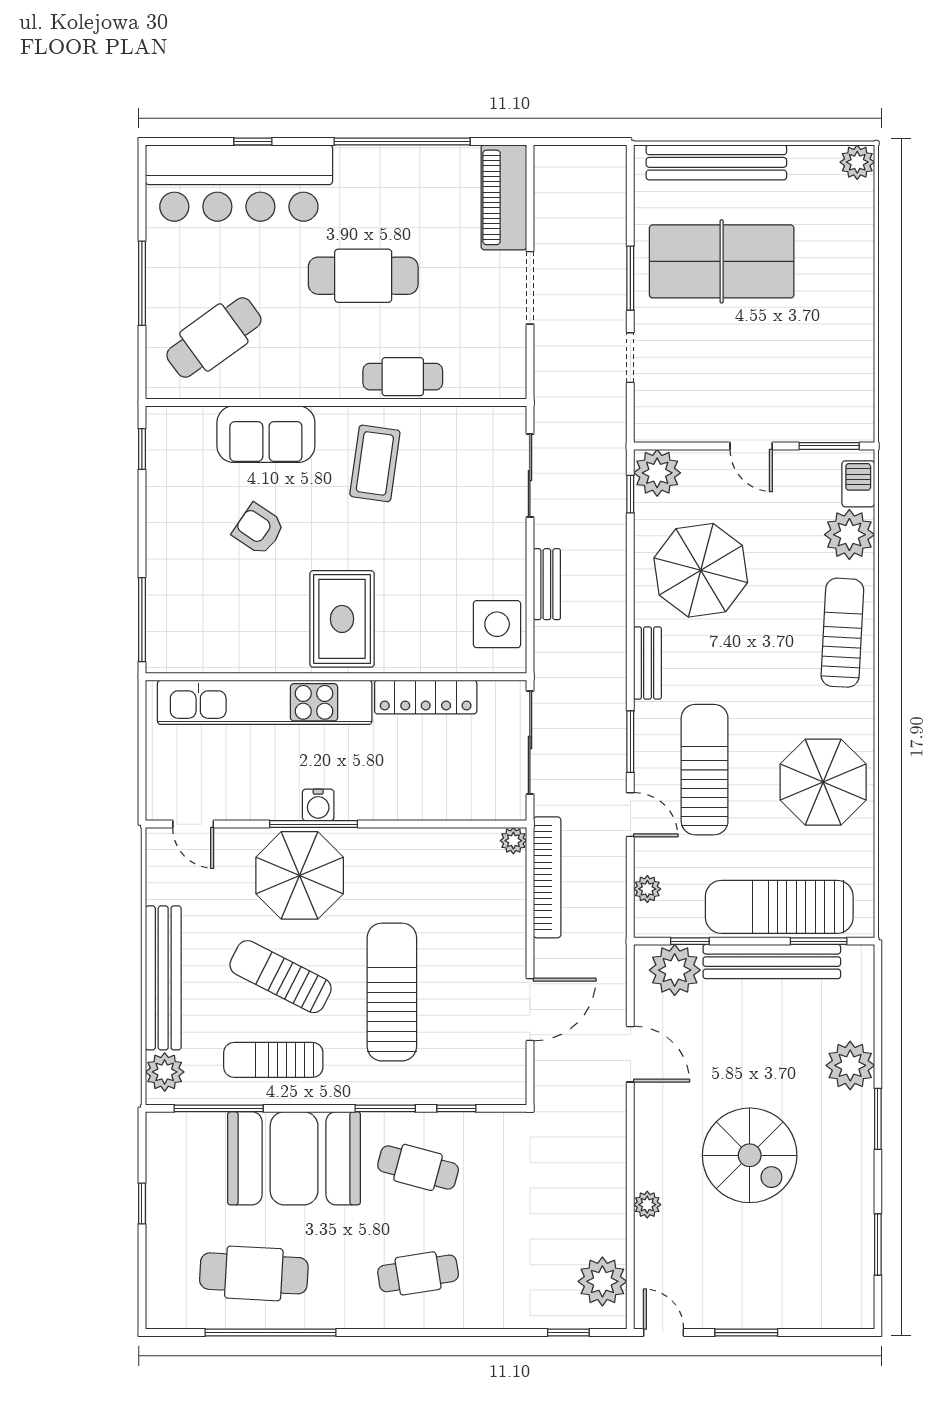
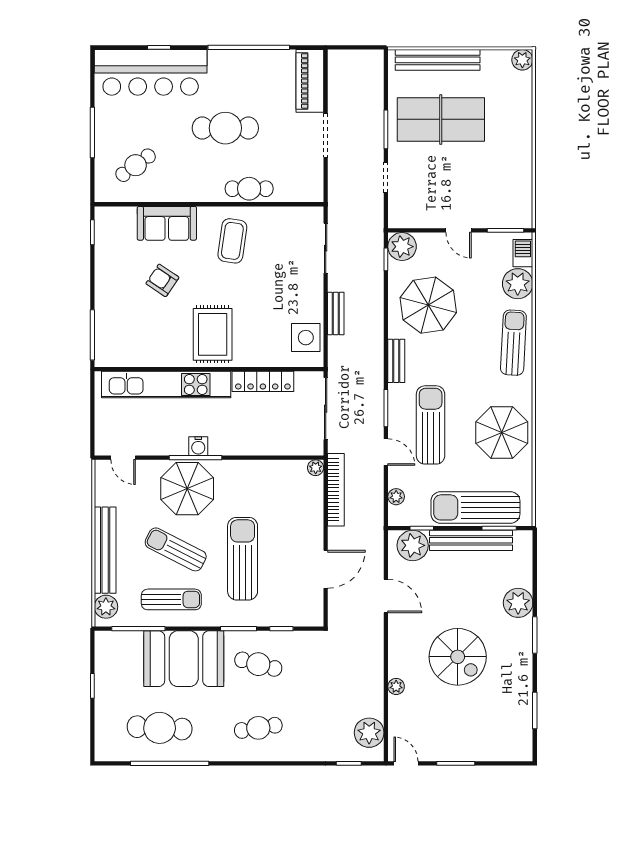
cafe table: (214, 337) -> (136, 165), width x0.73, depth x0.74
sun lounger: (273, 1060) -> (171, 599), turned 180

